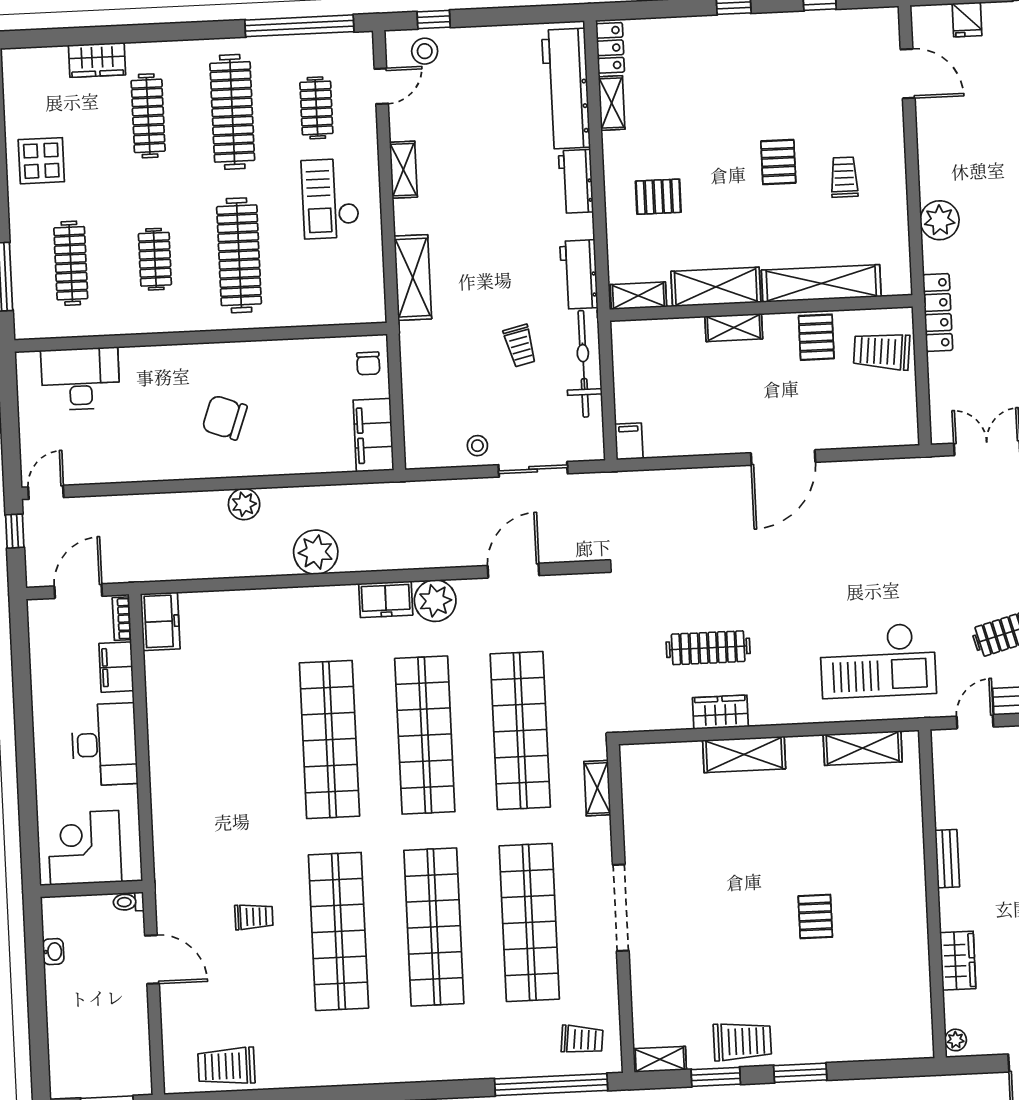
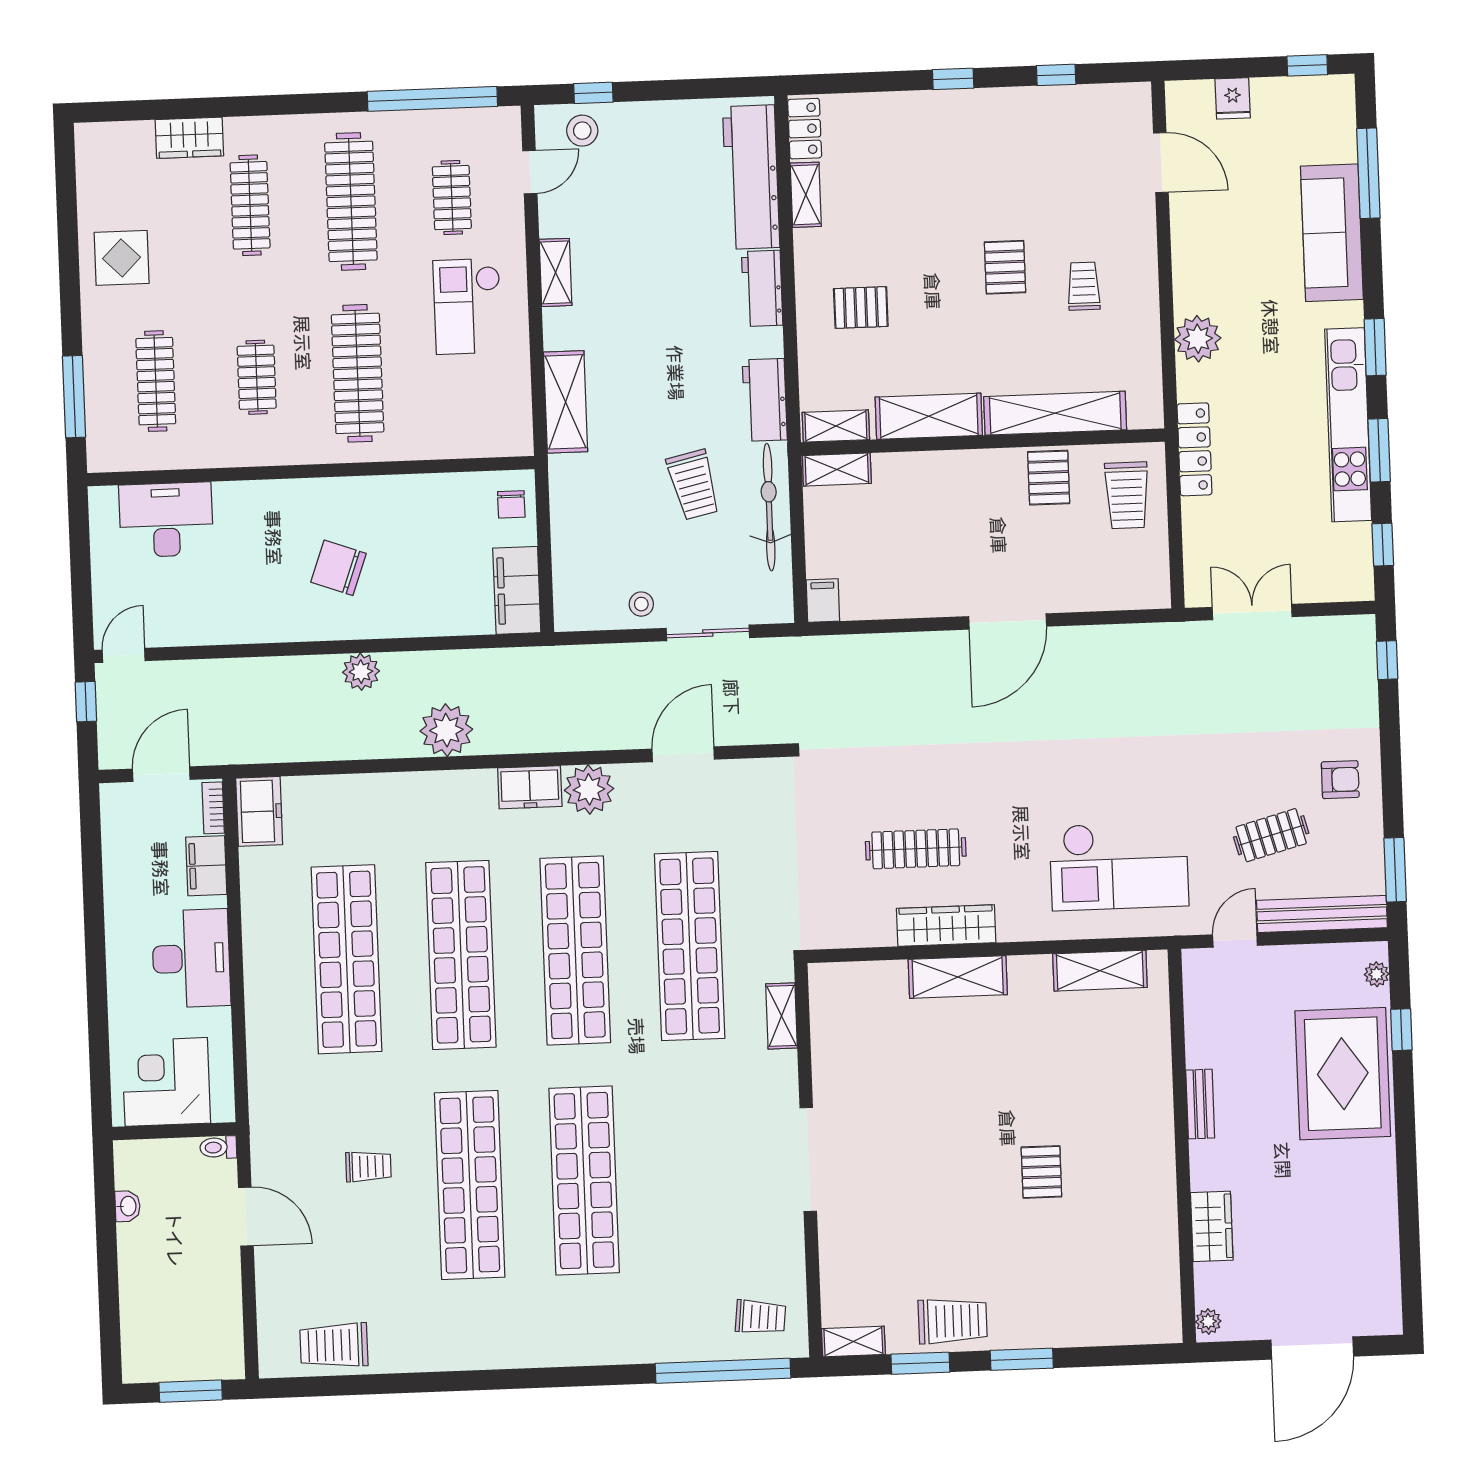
shelving: (734, 328) -> (837, 470), moved
trolley: (520, 346) -> (693, 485), width x1.36, depth x1.39
trolley: (882, 351) -> (1127, 495), turned -96
wardrobe: (720, 712) -> (946, 926), width x1.50
shop shelf: (529, 922) -> (346, 959), moved

